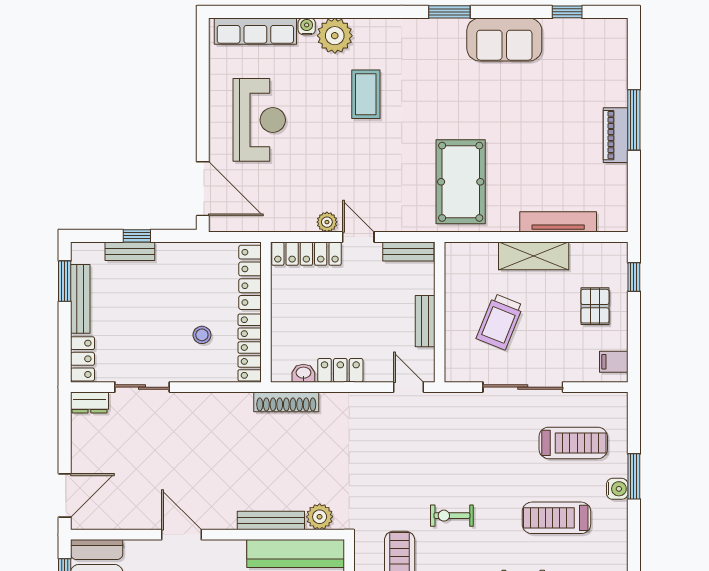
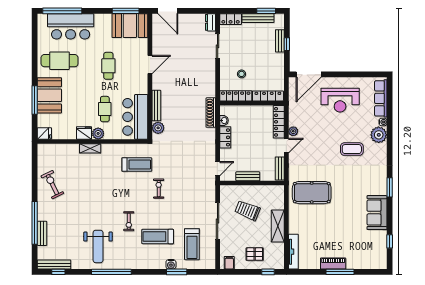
tv unit: (558, 222) -> (293, 252), moved
treadmill: (556, 518) -> (158, 236), turned -90

